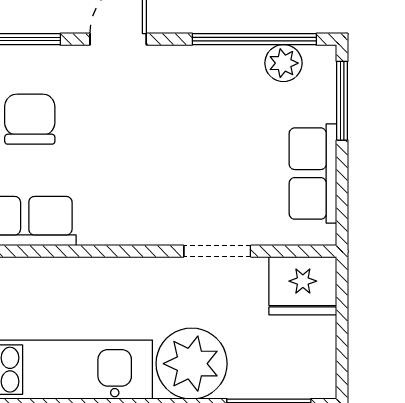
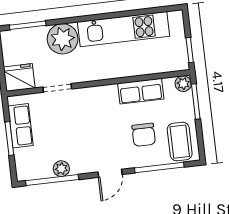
plant: (283, 63) -> (61, 169), moved
window: (342, 101) -> (9, 139), moved

